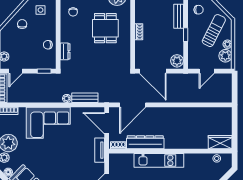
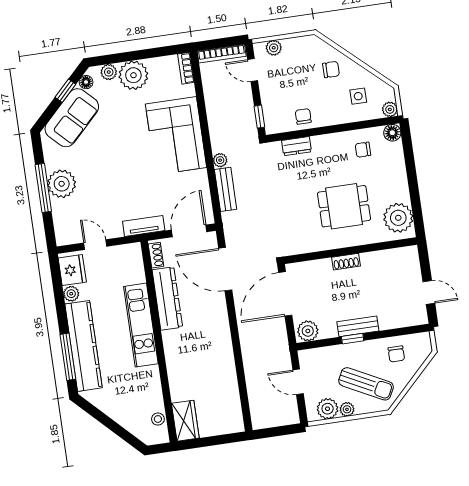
bench: (179, 16) -> (358, 326), moved

